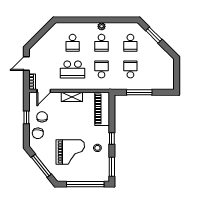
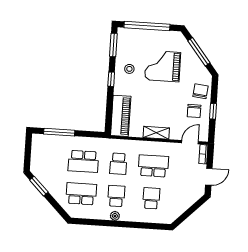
window: (154, 35) -> (39, 186), moved
school desk: (130, 43) -> (81, 194), width x1.85
school desk: (130, 69) -> (83, 161), width x1.85
window: (139, 92) -> (59, 132), moved

